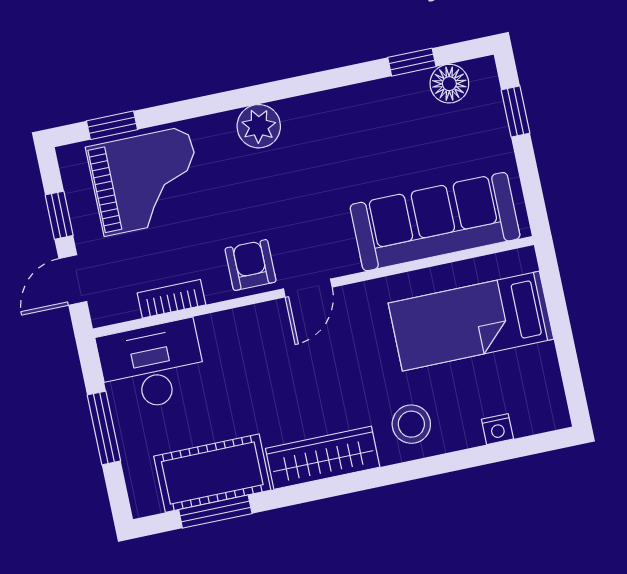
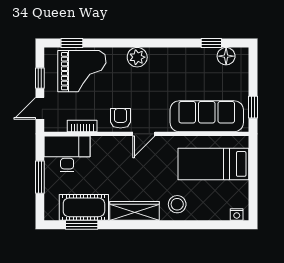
window: (516, 111) -> (253, 107), moved
nightstand: (497, 429) -> (237, 215), moved

